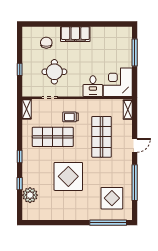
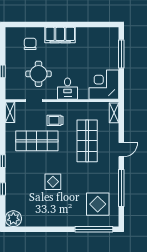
desk: (93, 86) -> (68, 89), moved
display table: (68, 176) -> (53, 182), width x0.54, depth x0.54
plant: (30, 195) -> (13, 219), moved

